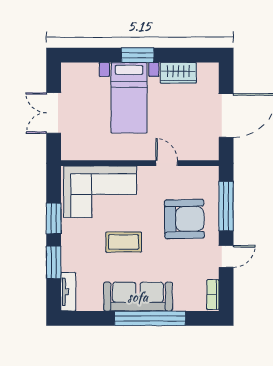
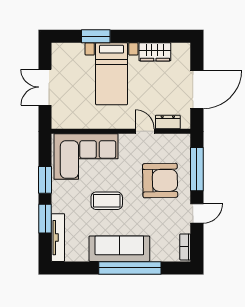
window: (138, 55) -> (96, 36), moved
dresser: (193, 153) -> (168, 122), added
tv unit: (68, 292) -> (58, 238), width x1.41

